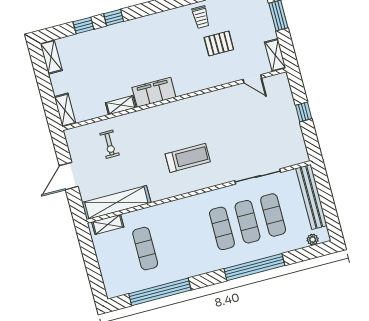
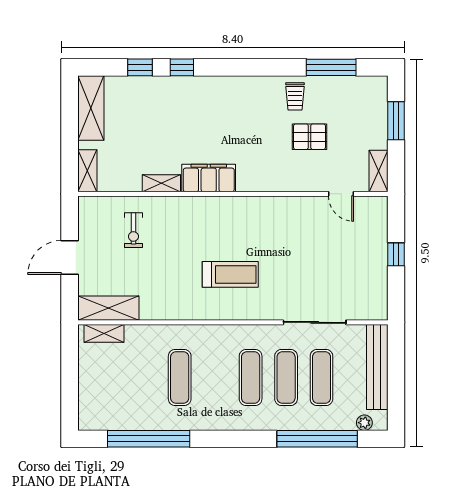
shelving: (51, 57) -> (91, 108), width x1.50, depth x1.33
shelving: (116, 203) -> (108, 308), width x0.68
exercise mat: (145, 249) -> (180, 377), moved
window: (254, 267) -> (317, 439), moved

